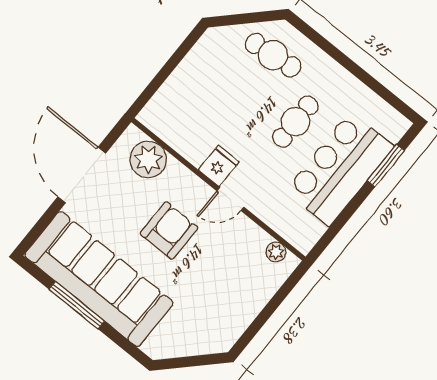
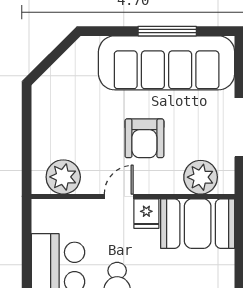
booth: (182, 122) -> (198, 224), added
plant: (276, 252) -> (63, 177), width x1.88, depth x1.88

